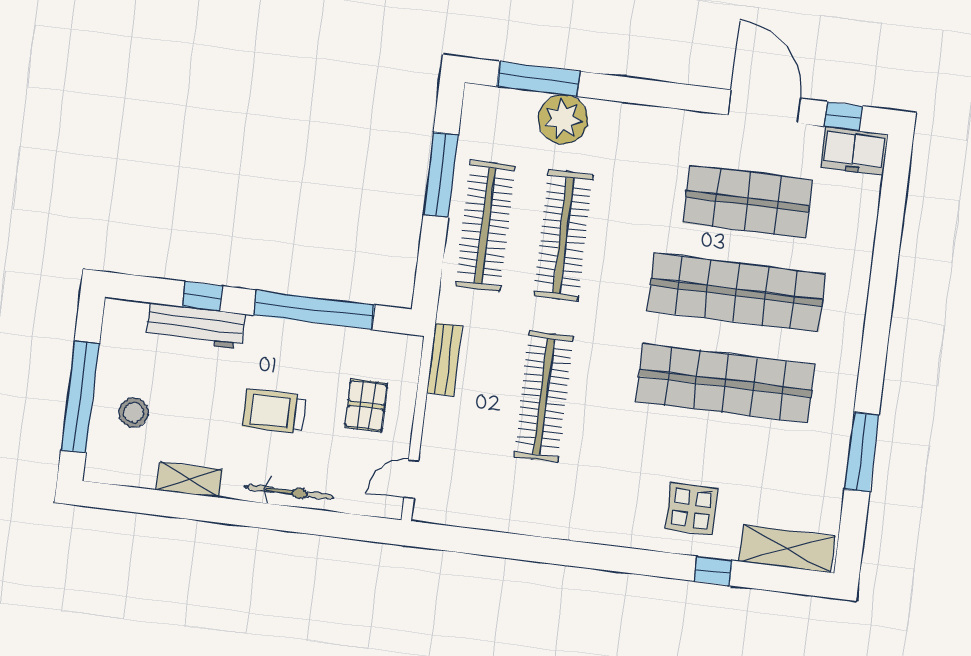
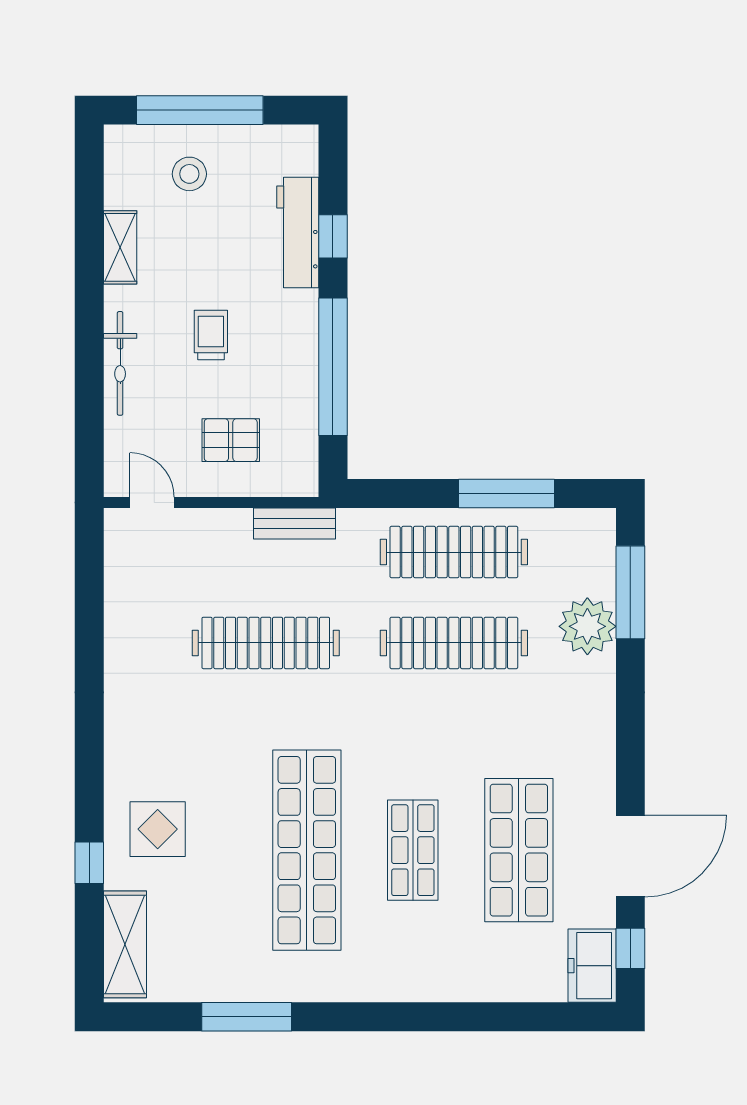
shop shelf: (736, 292) -> (413, 850), width x0.50, depth x0.74
trolley: (274, 411) -> (211, 335), width x0.73, depth x0.72

